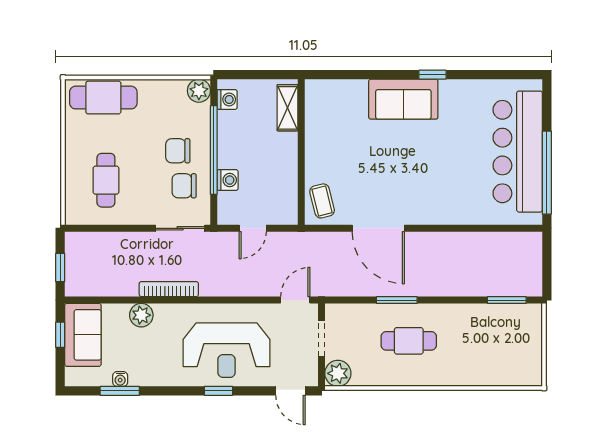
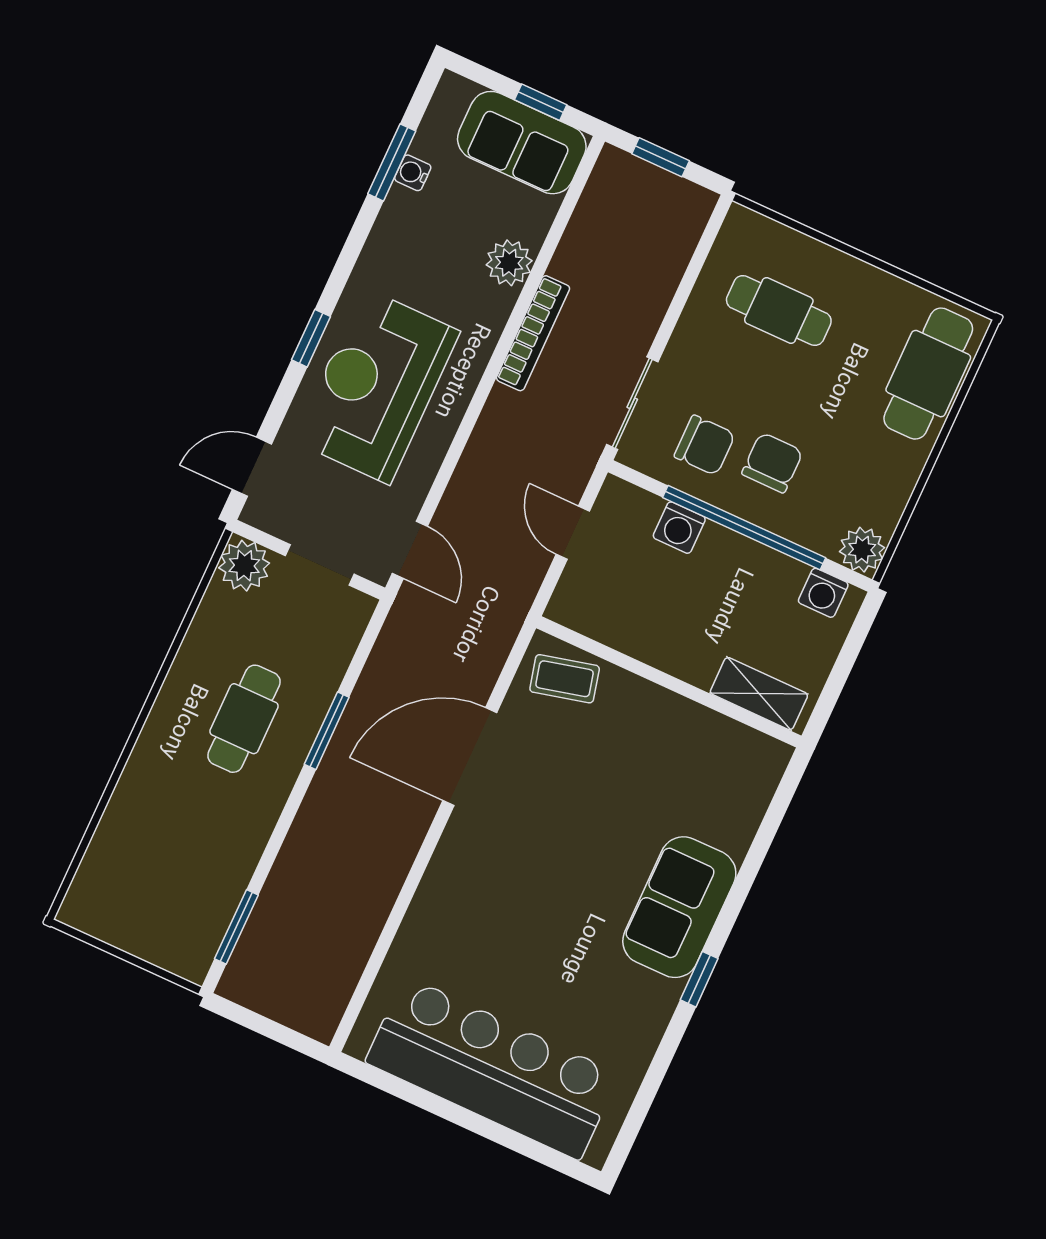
window: (547, 173) -> (431, 1103), removed
chair: (184, 186) -> (705, 445), turned 90

